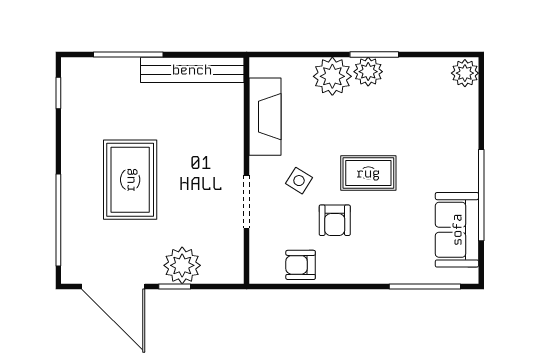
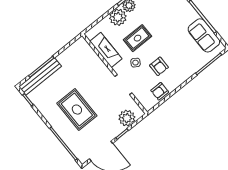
bench: (192, 70) -> (40, 76), moved
rug: (368, 173) -> (138, 38), moved
plant: (182, 265) -> (127, 118), moved

